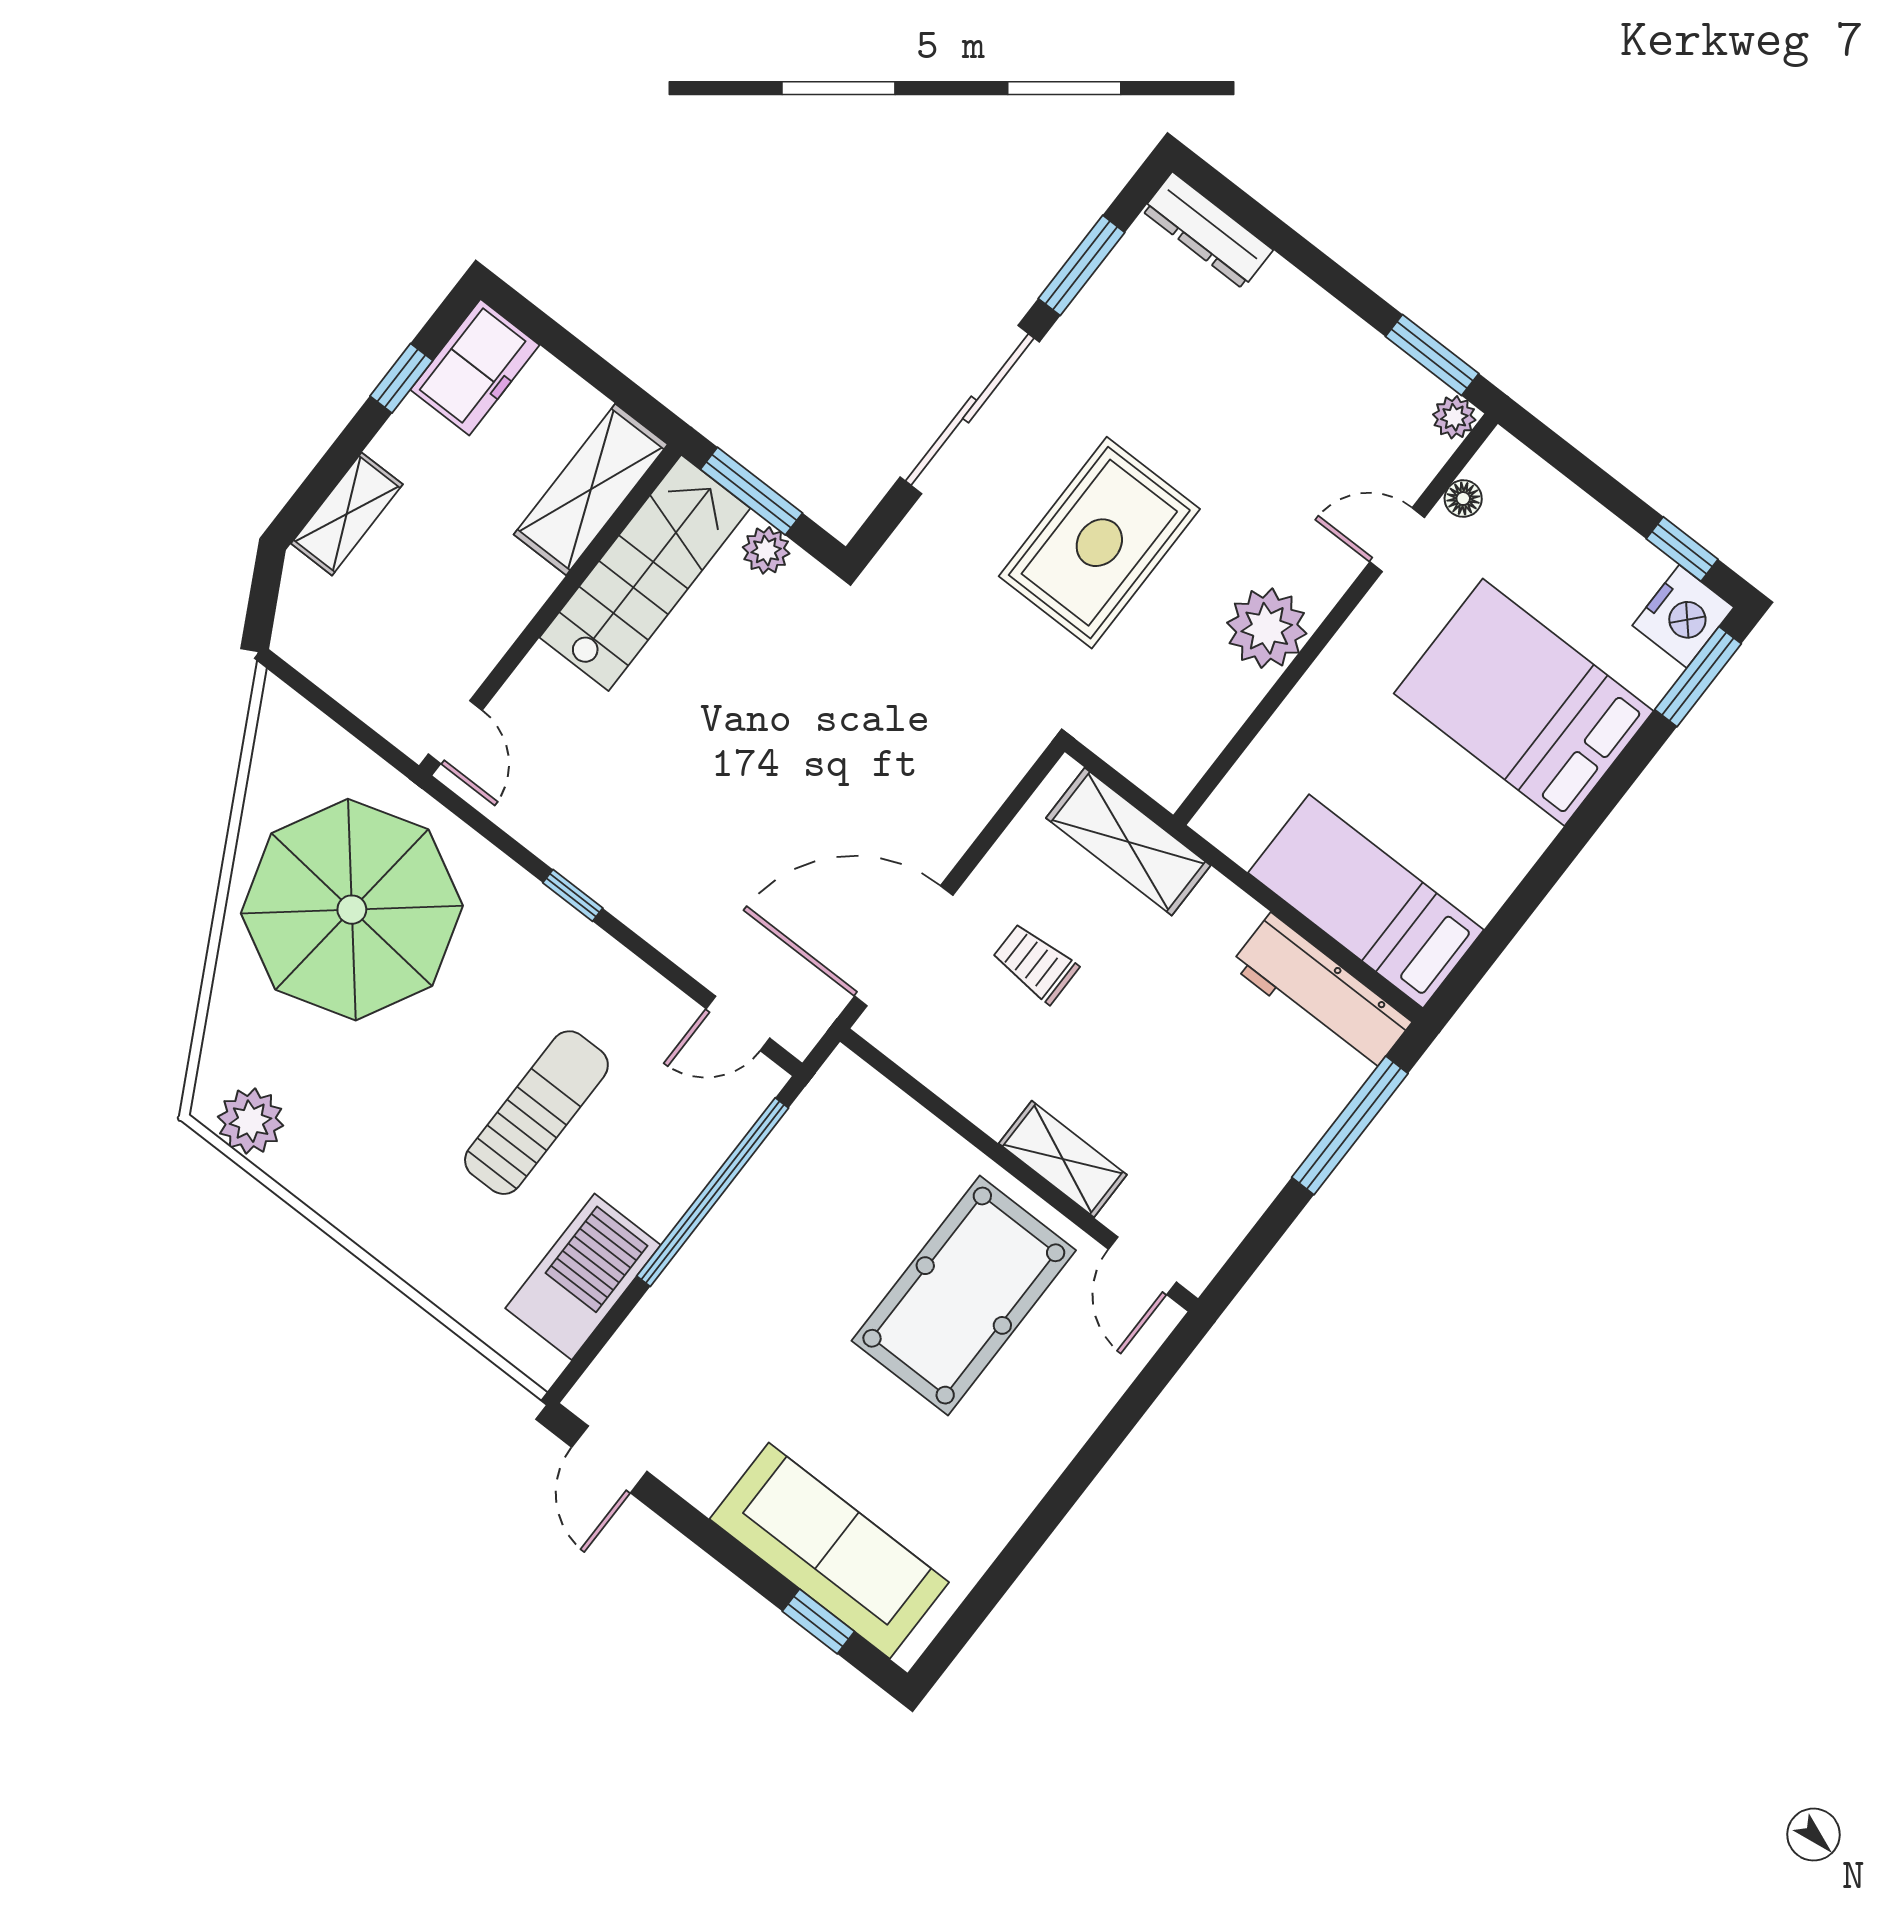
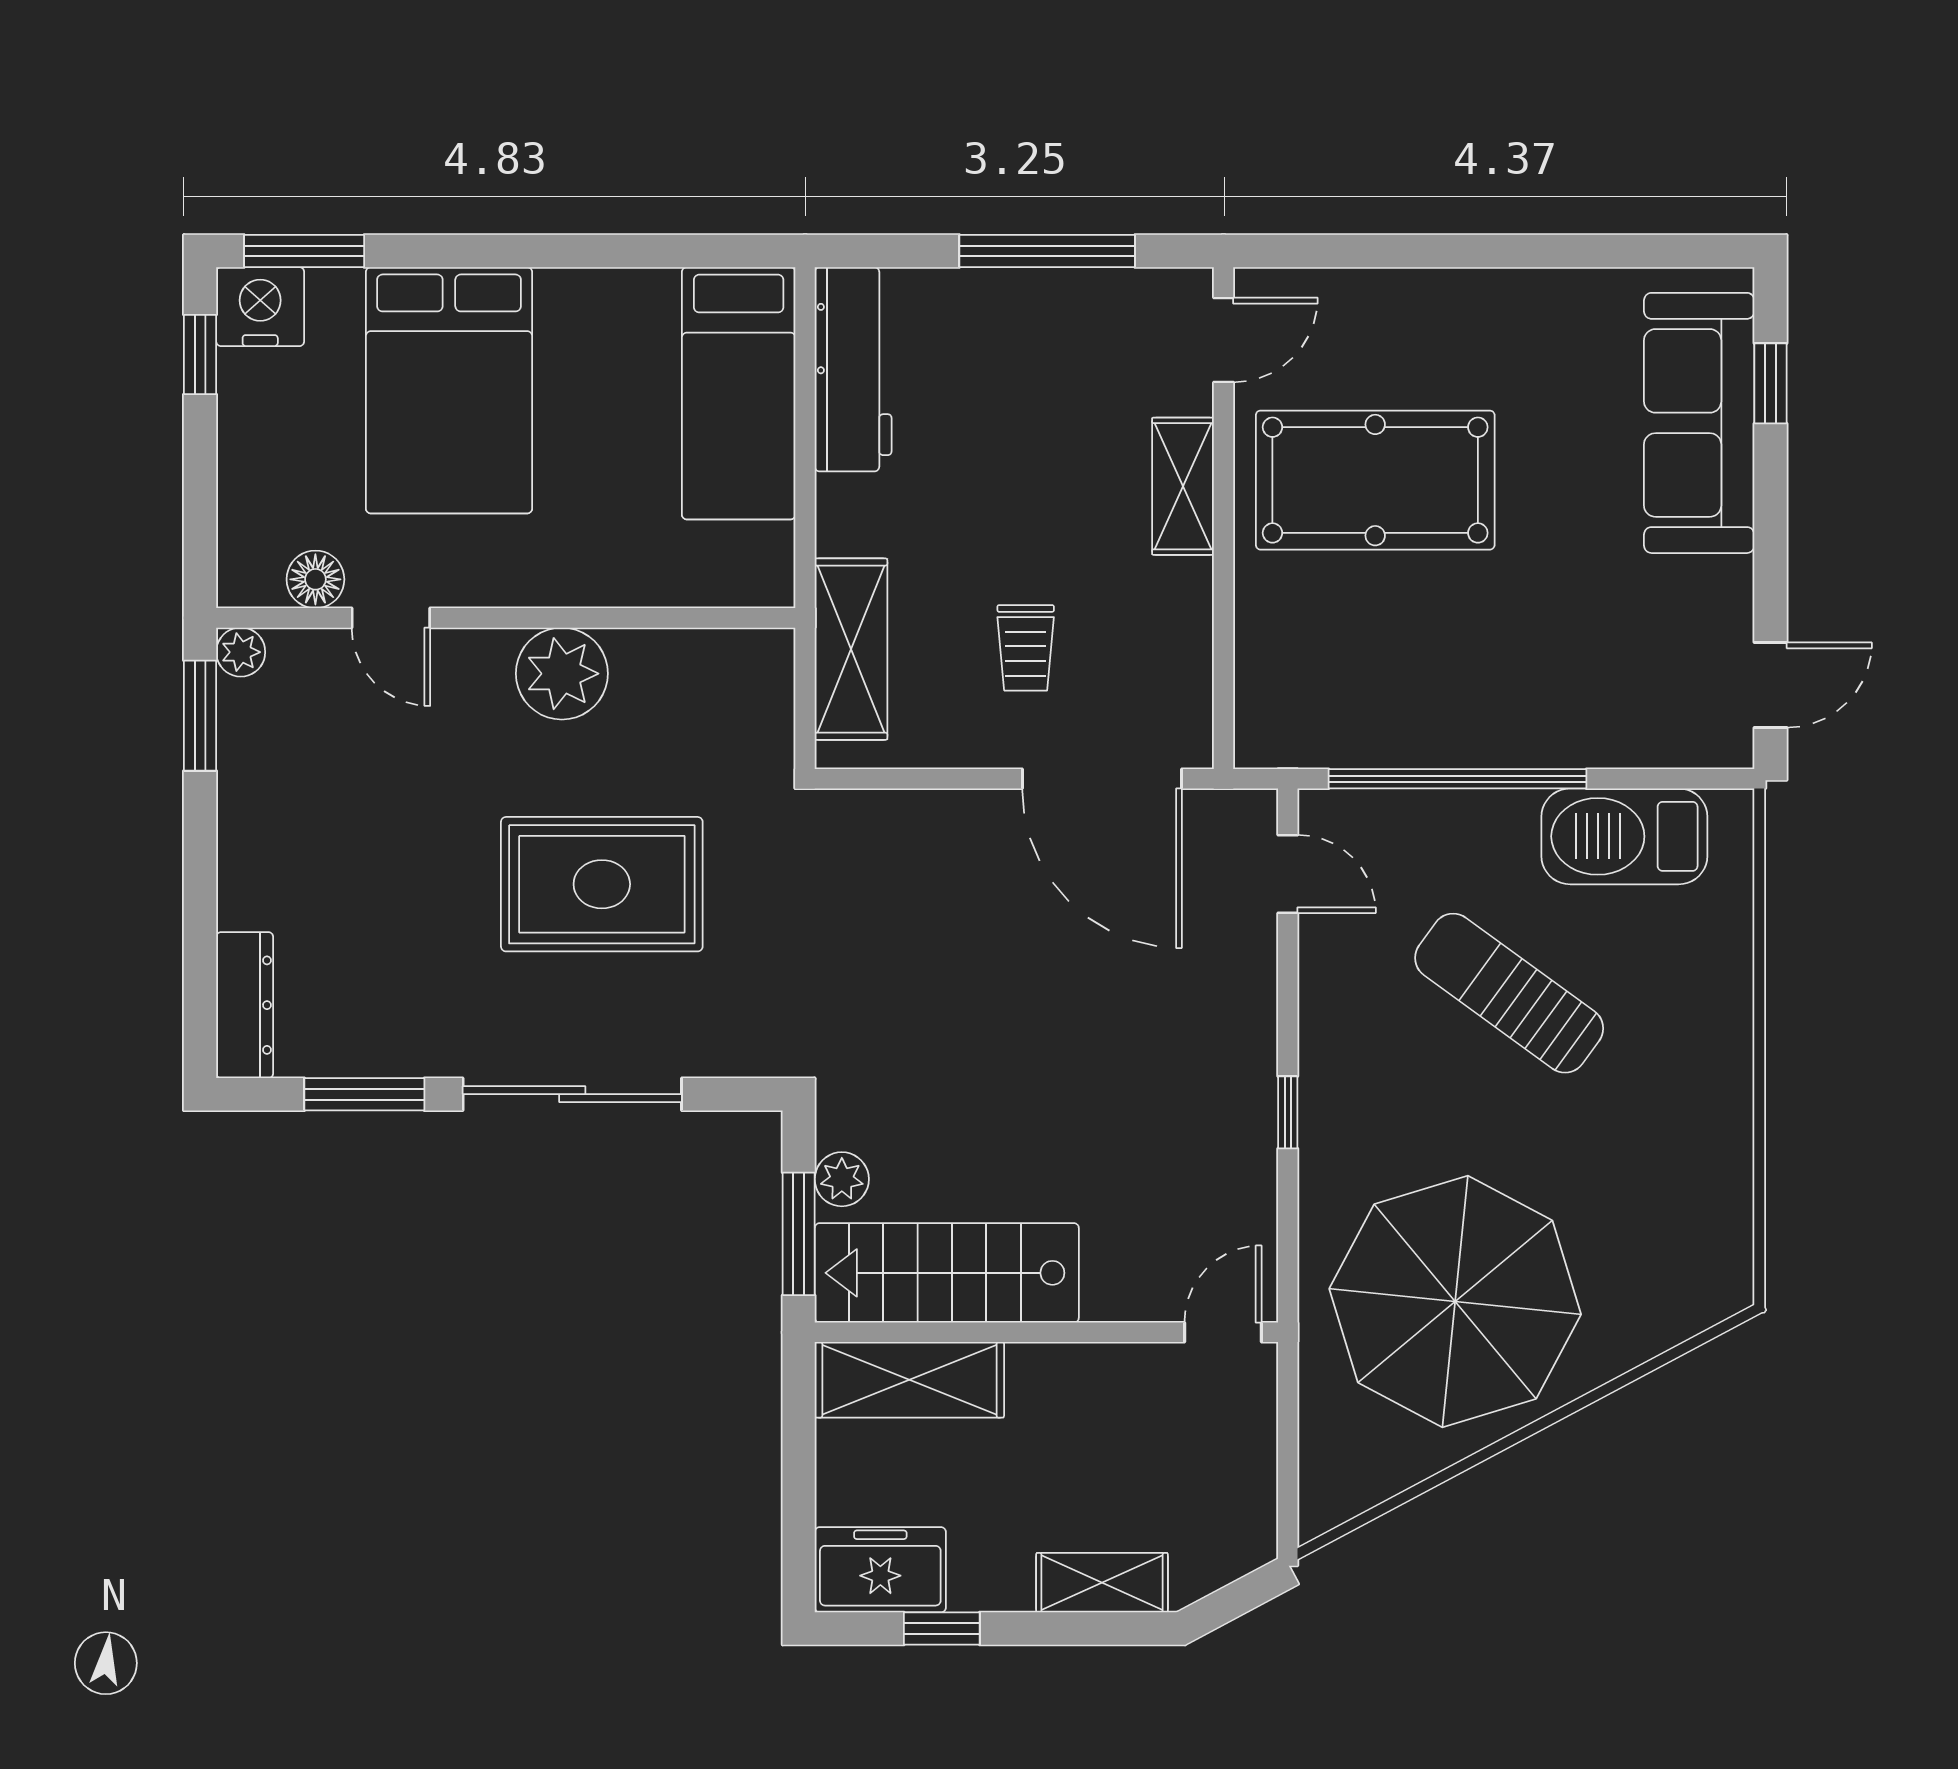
floor lamp: (1463, 499) -> (315, 579), width x1.37, depth x1.37
sun lounger: (536, 1113) -> (1509, 993), turned 36
plant: (251, 1121) -> (1717, 1245), removed
window: (1350, 1125) -> (1047, 251), moved

